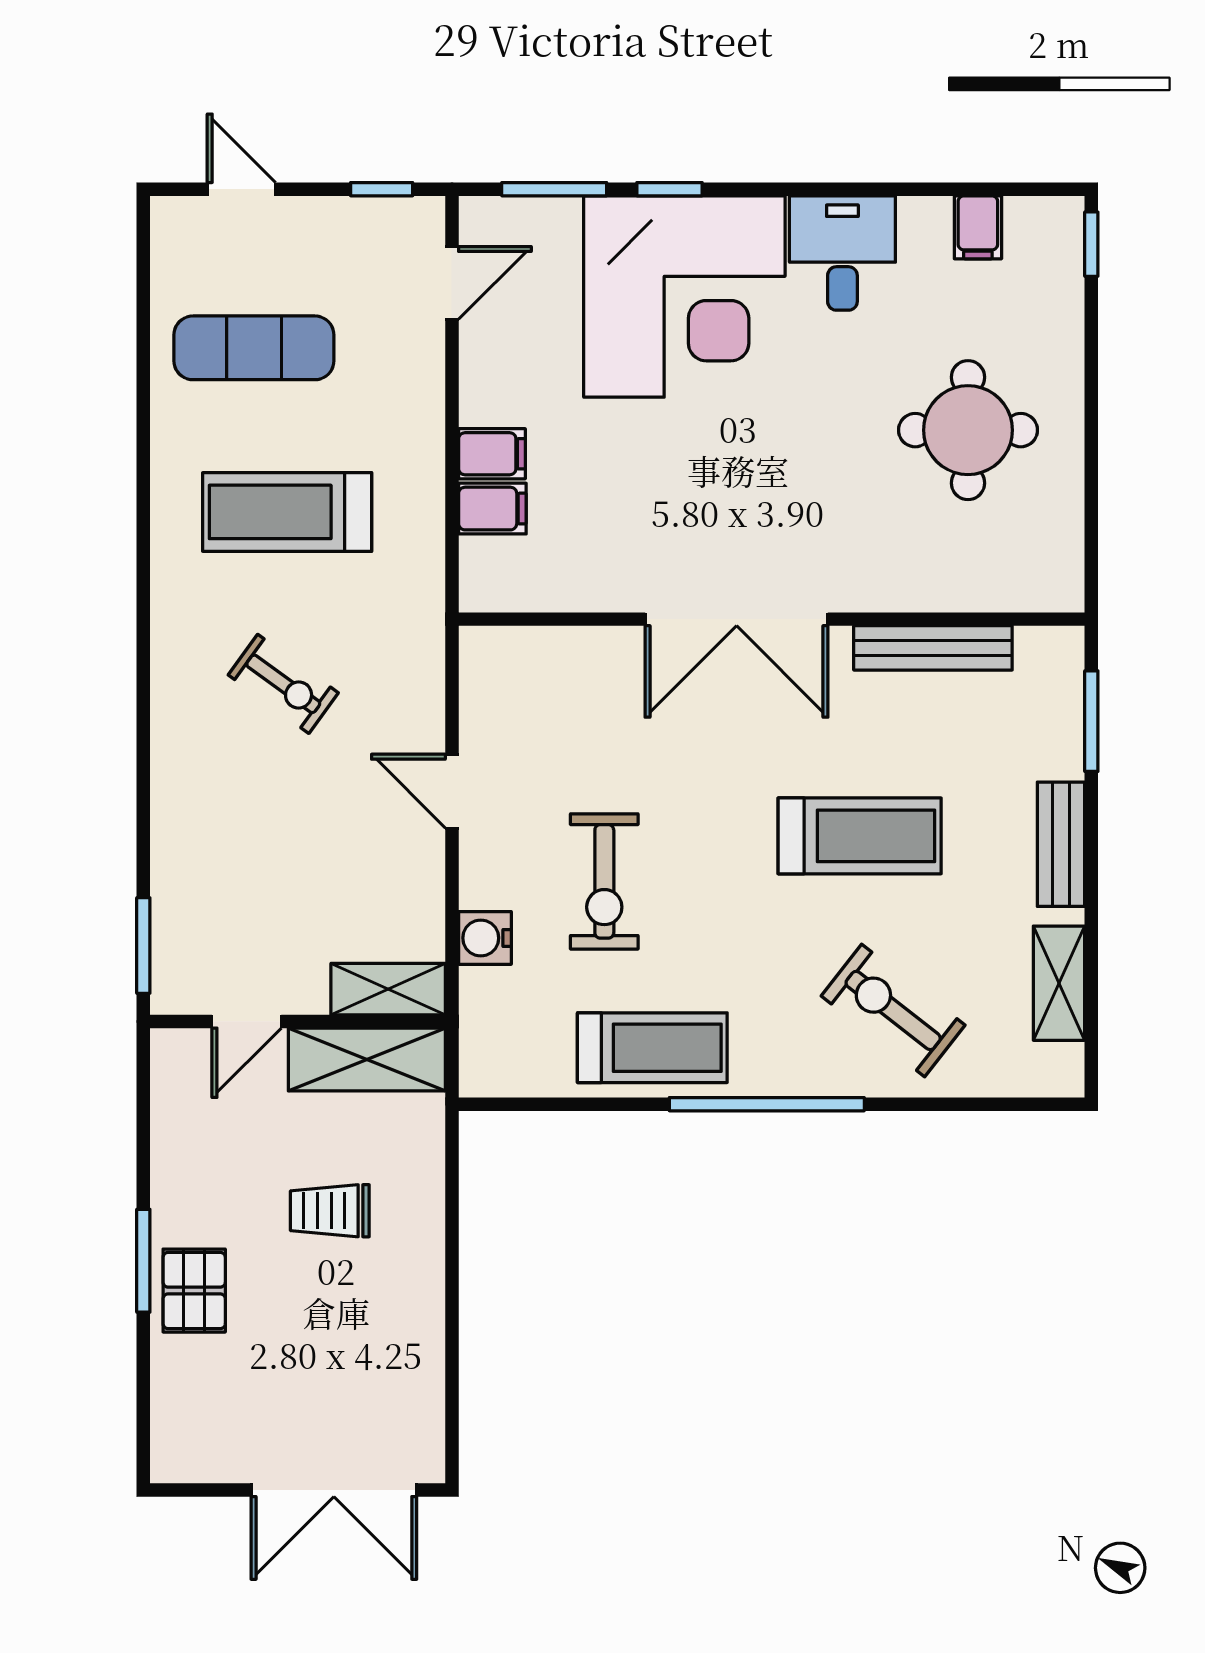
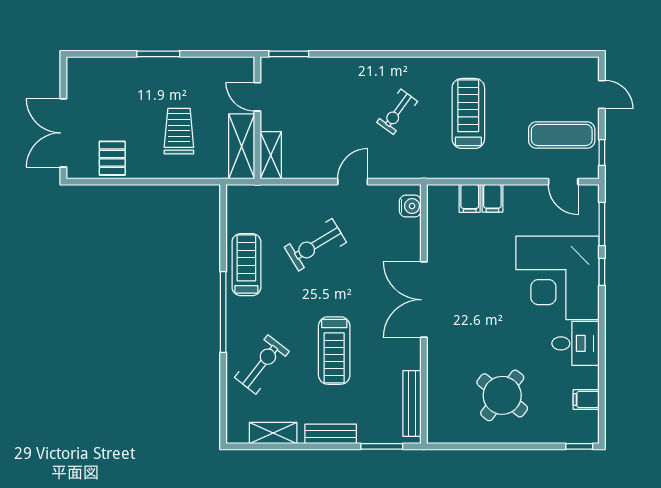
door: (241, 189) -> (602, 95), hinge flipped
exercise mat: (254, 348) -> (562, 135), moved, turned 90
round table: (968, 430) -> (502, 395), turned 38
bench: (933, 648) -> (412, 403), moved
exercise bike: (604, 881) -> (315, 245), turned -31
water cooler: (485, 938) -> (410, 206), moved, turned 90
treadmill: (652, 1048) -> (246, 265), turned 180
trolley: (330, 1211) -> (179, 131), width x1.36, depth x1.39
pallet: (194, 1291) -> (112, 158), moved, turned 90

